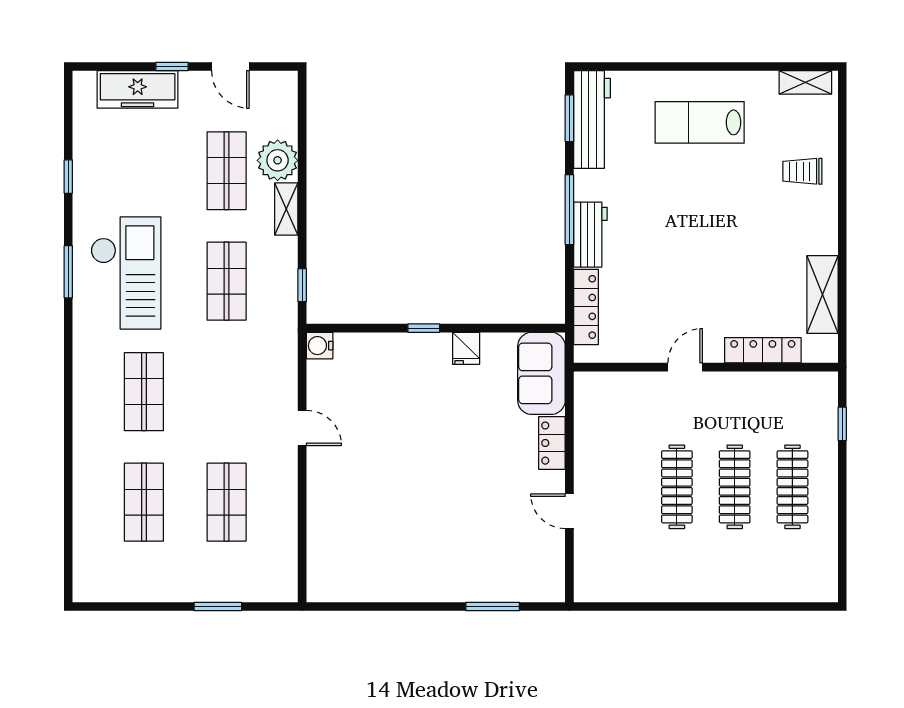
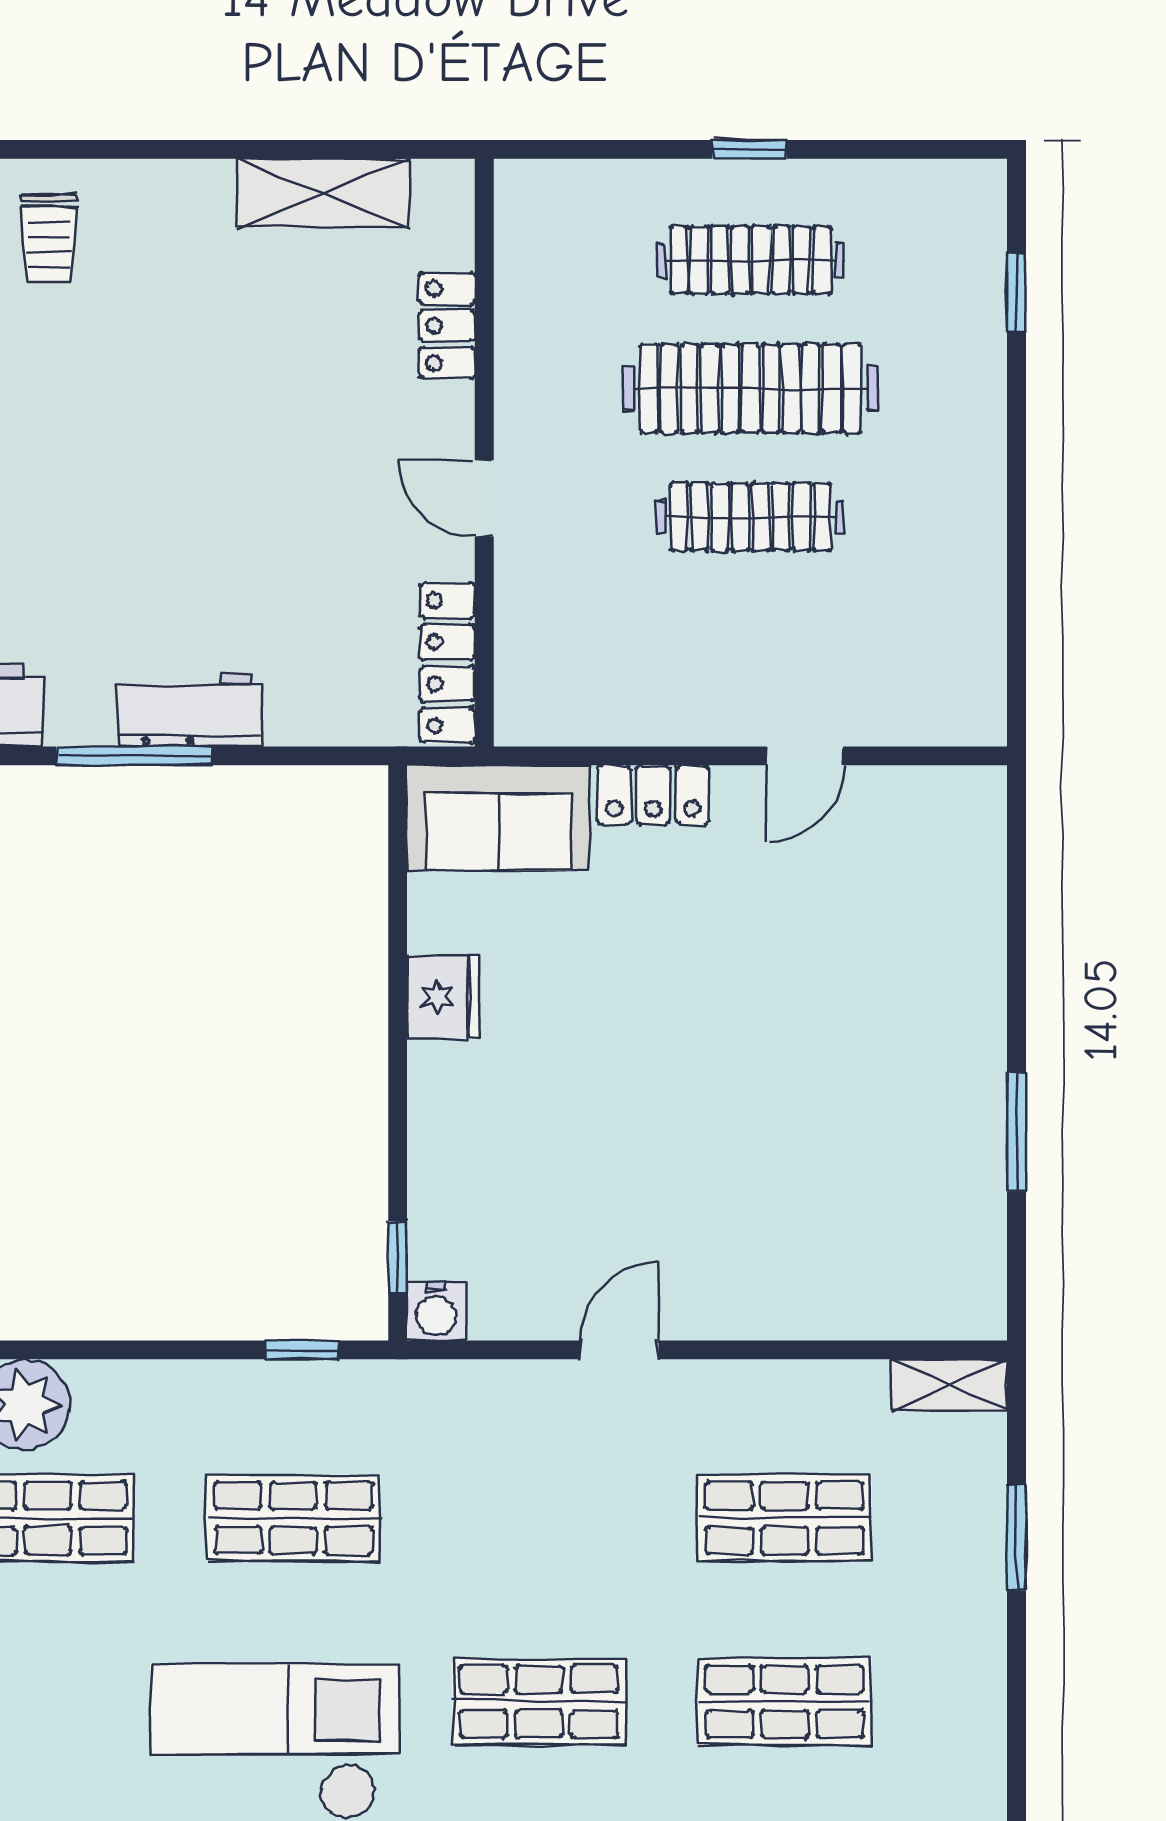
shelving: (286, 209) -> (949, 1385), moved
locker: (586, 307) -> (447, 663), moved, turned -90
window: (424, 328) -> (398, 1257), moved
fridge: (466, 348) -> (443, 997), width x1.38
locker: (763, 350) -> (447, 326), width x0.66
window: (842, 424) -> (749, 149), moved
clothes rail: (735, 487) -> (750, 388), width x1.37, depth x1.31
window: (493, 606) -> (1016, 1132), moved
window: (778, 606) -> (1016, 292), added

